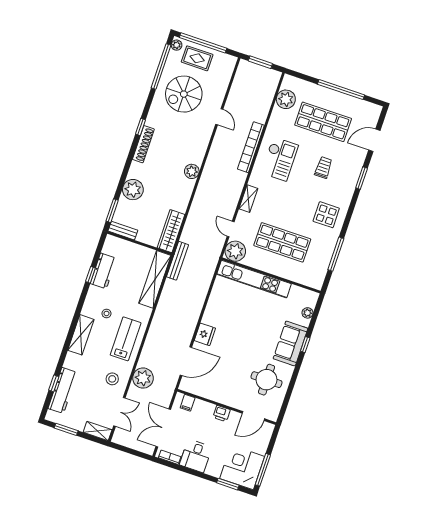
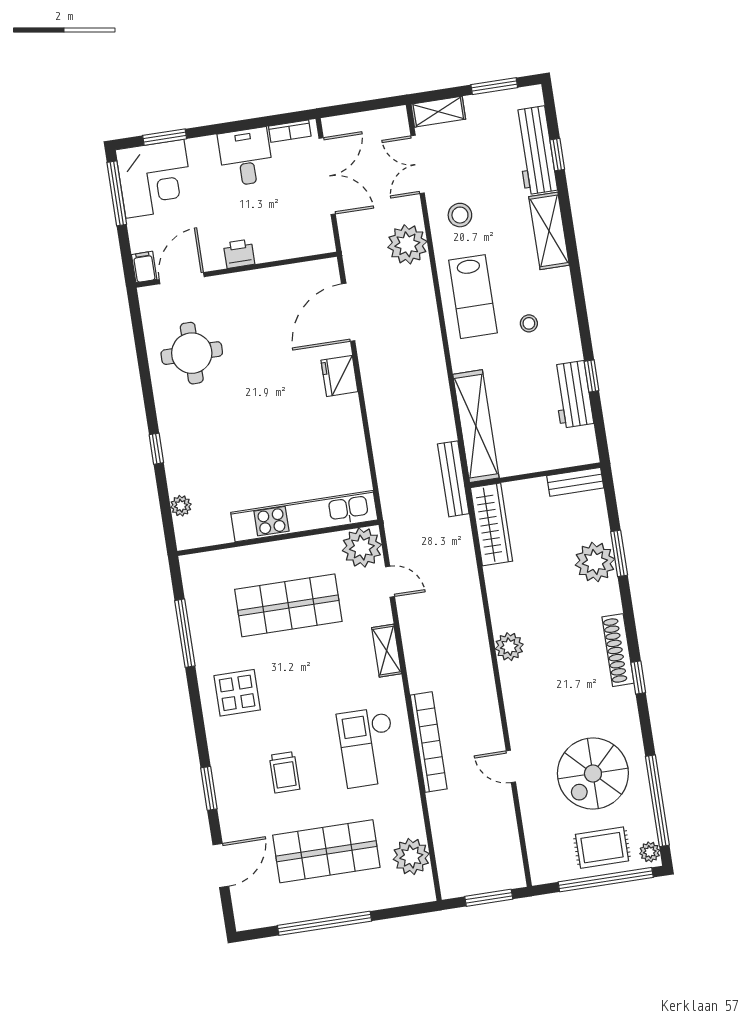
spiral stairs: (184, 94) -> (593, 774), turned 180
window: (112, 211) -> (619, 553), moved
shelving: (81, 335) -> (549, 231), moved
sofa: (291, 343) -> (183, 437), removed
filing cabinet: (188, 403) -> (144, 267), moved

